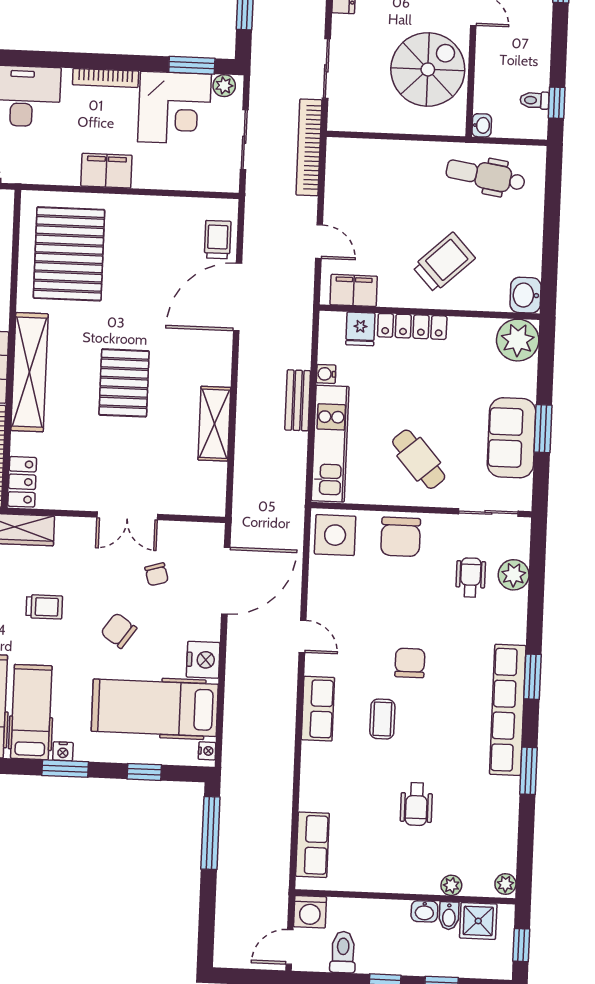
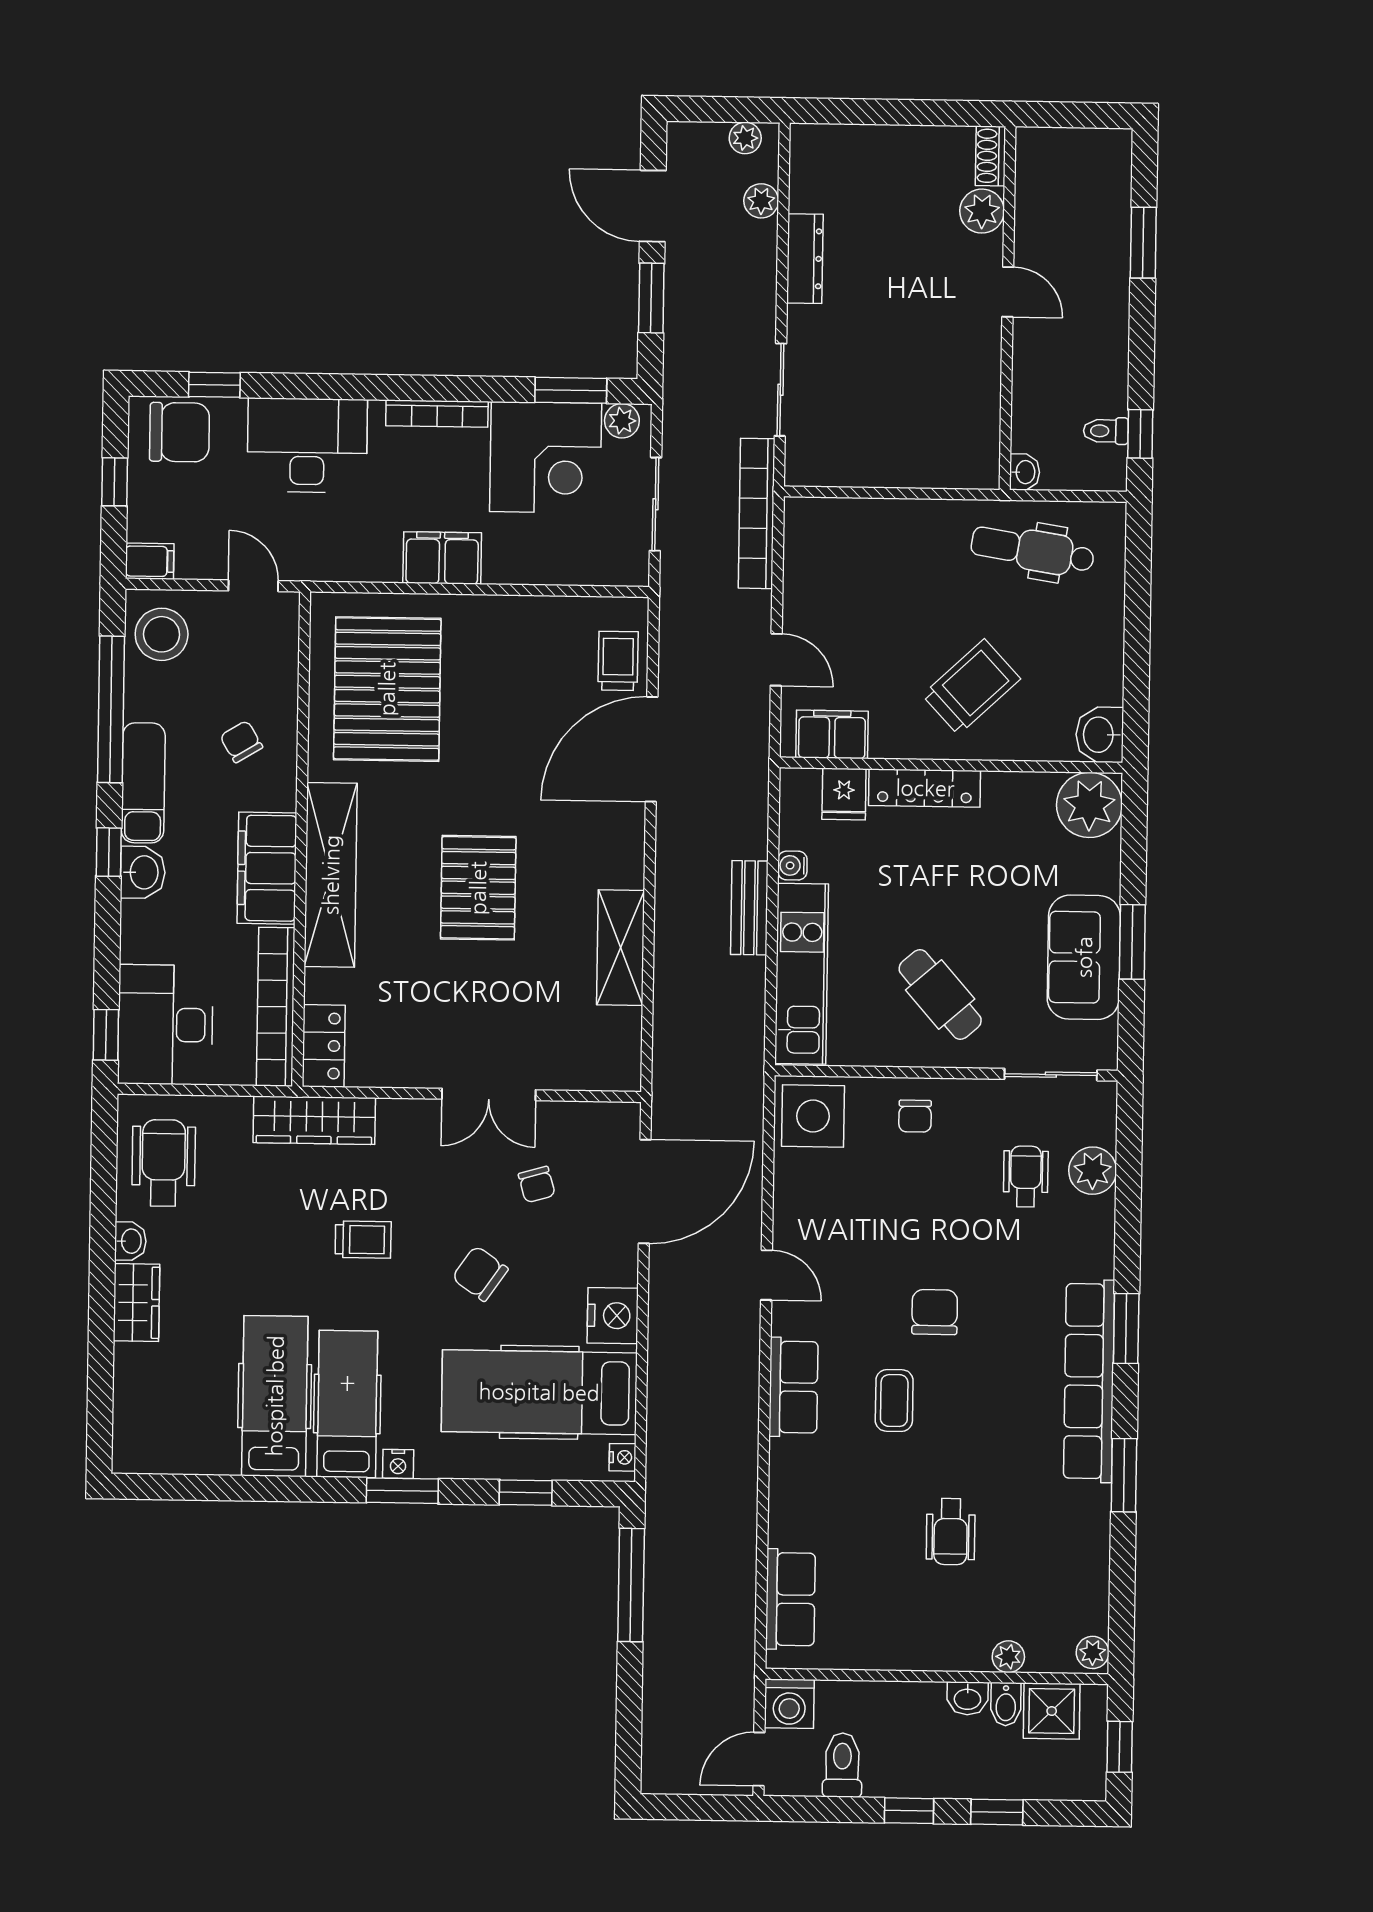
spiral stairs: (428, 69) -> (938, 387), removed
chair: (401, 537) -> (915, 1116), width x0.54, depth x0.54

